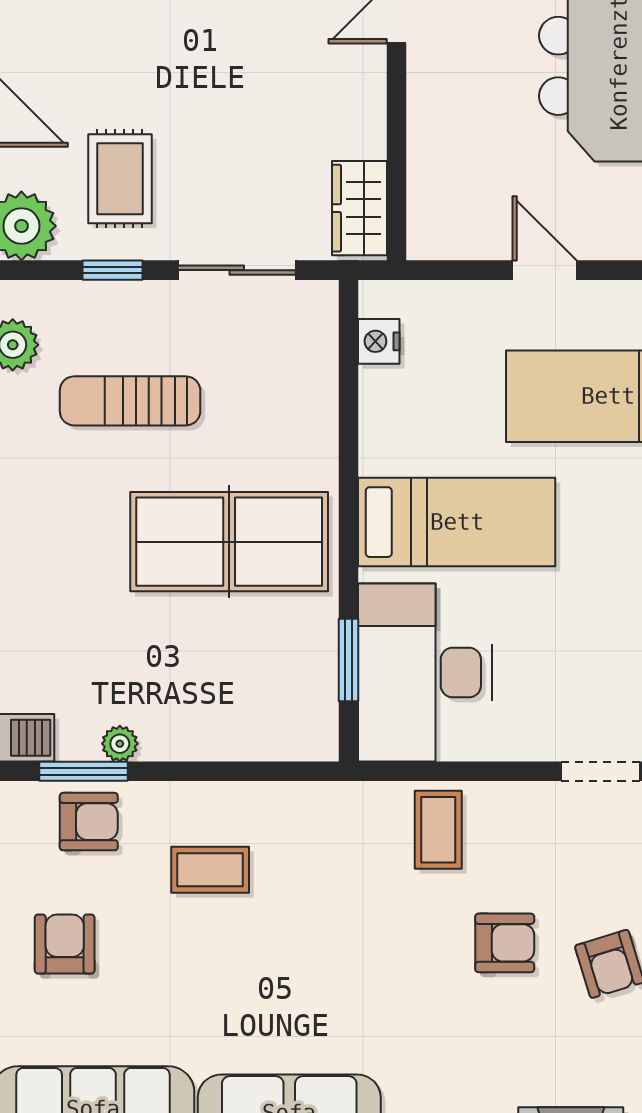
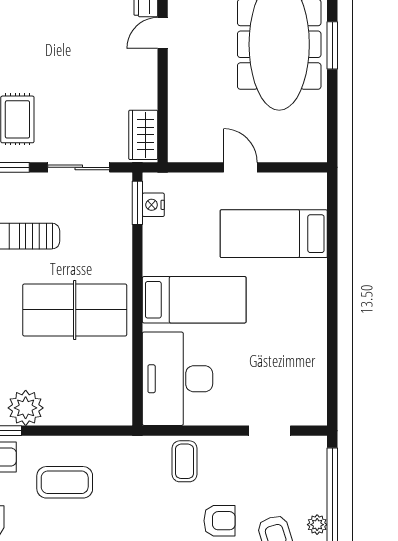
window: (348, 660) -> (137, 203), moved
plant: (120, 744) -> (26, 408), width x1.88, depth x1.88
coffee table: (210, 870) -> (65, 482), width x1.36, depth x1.30

